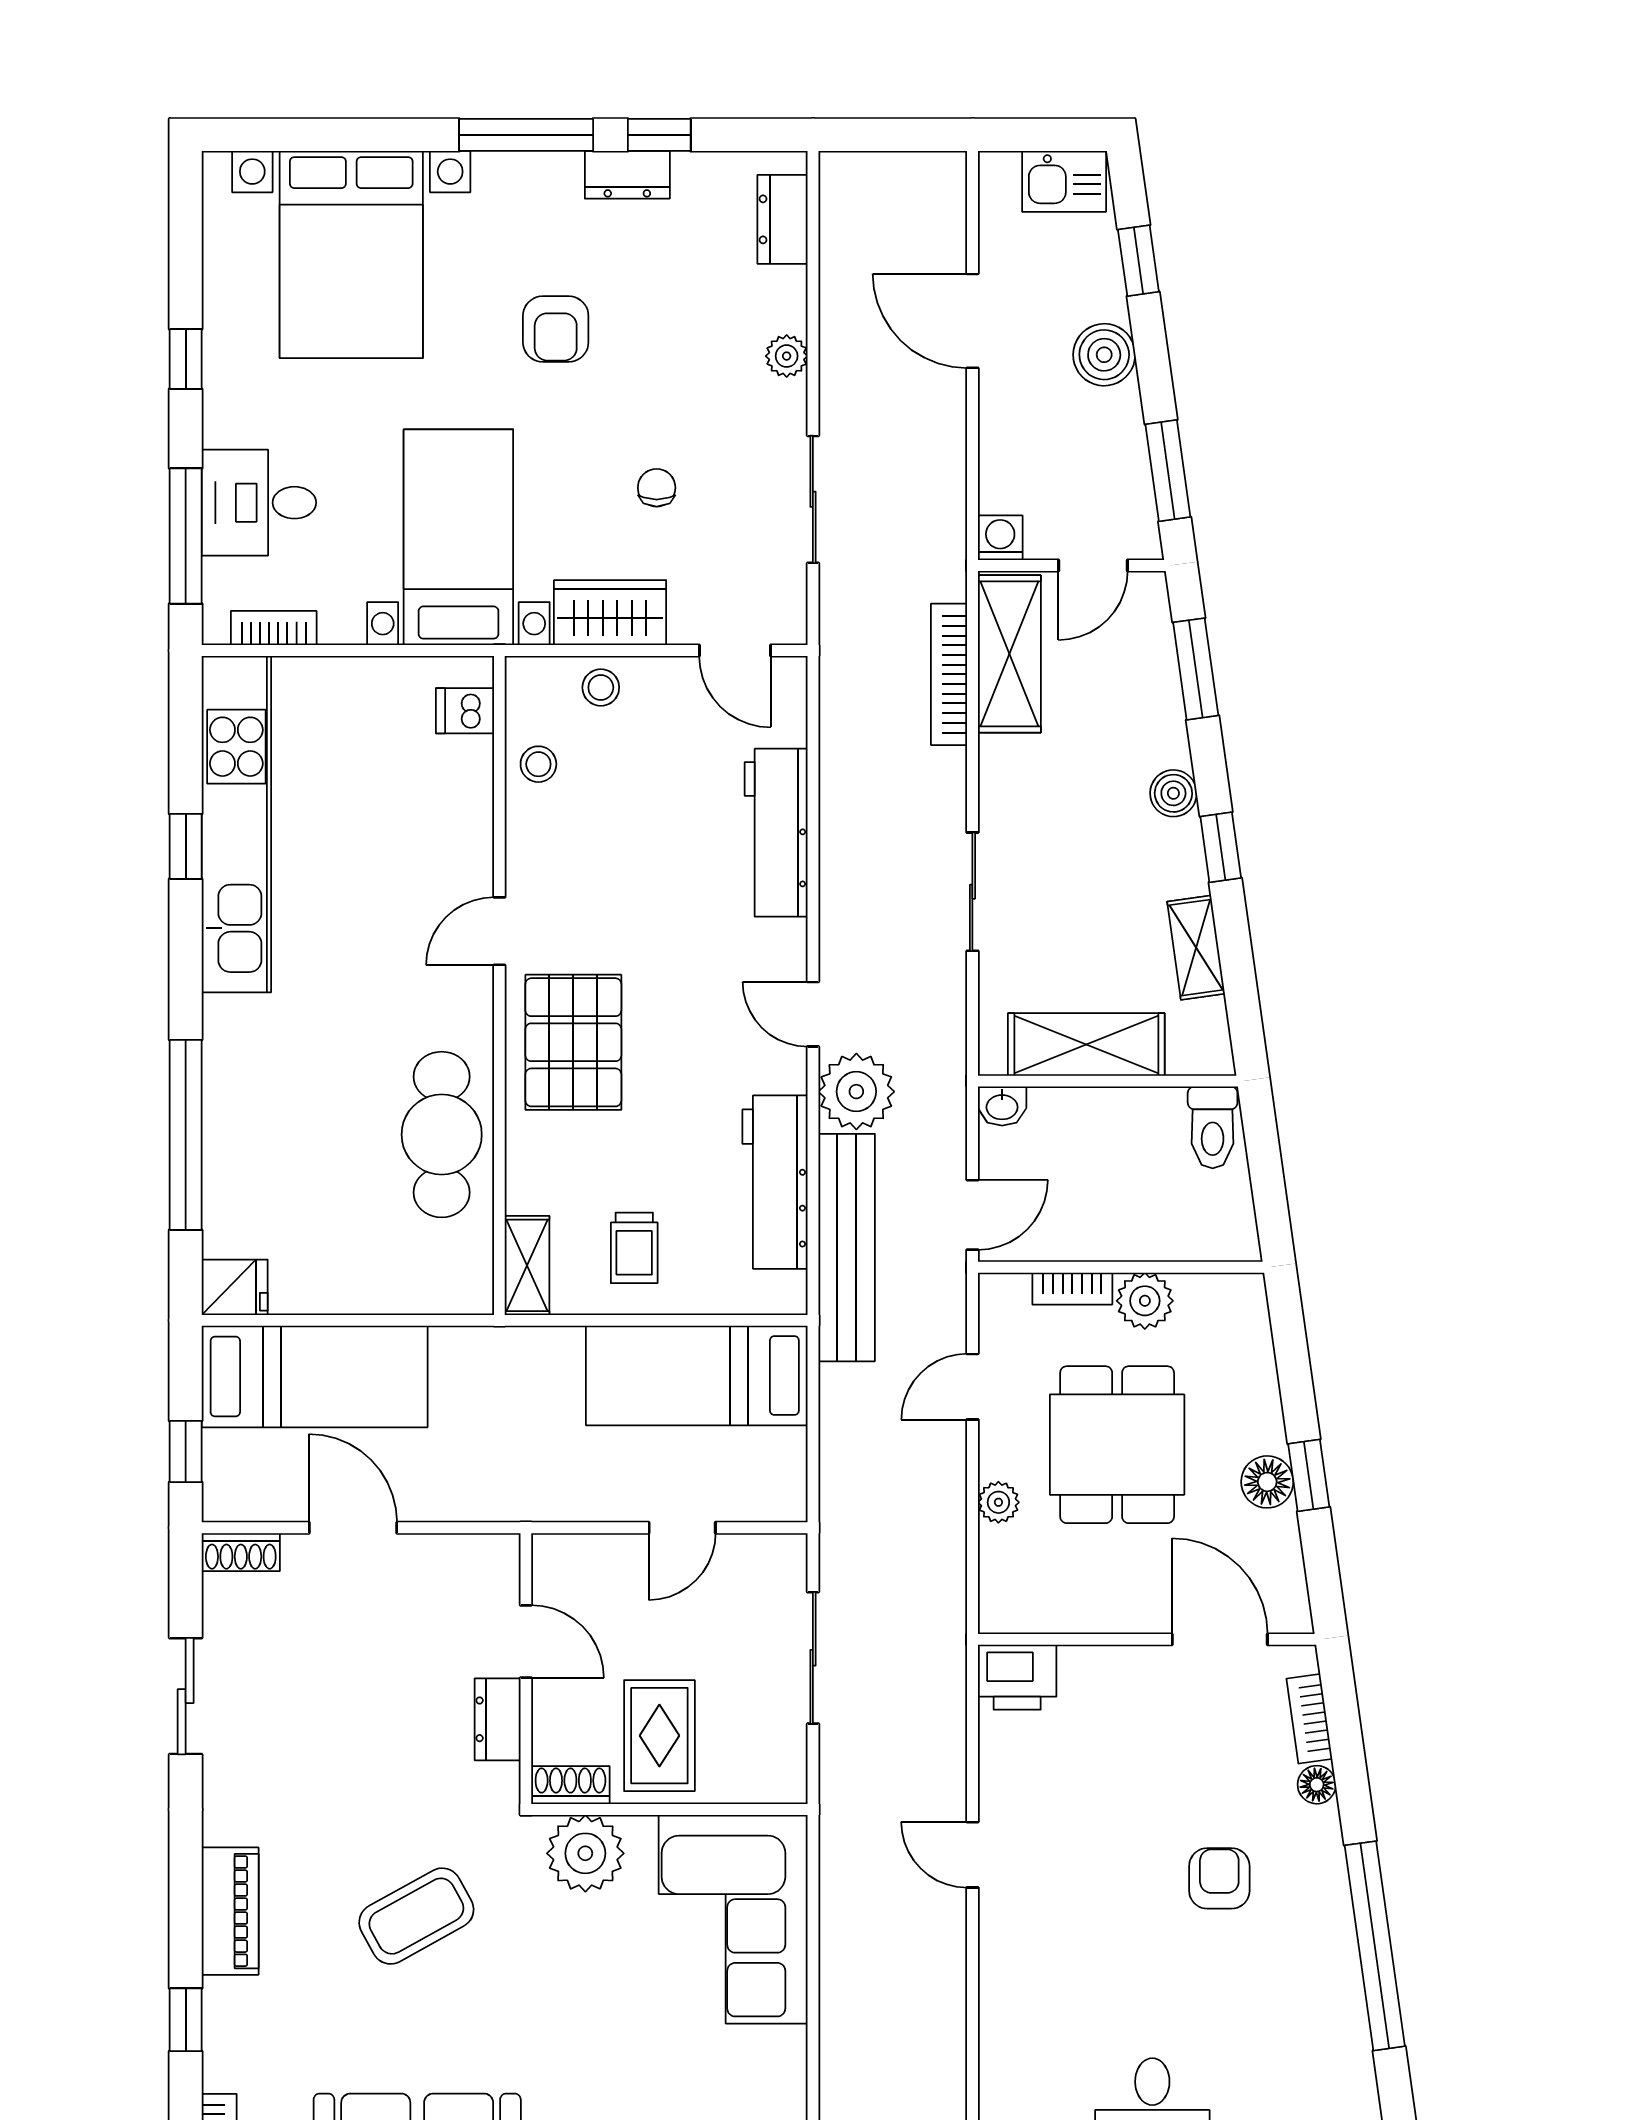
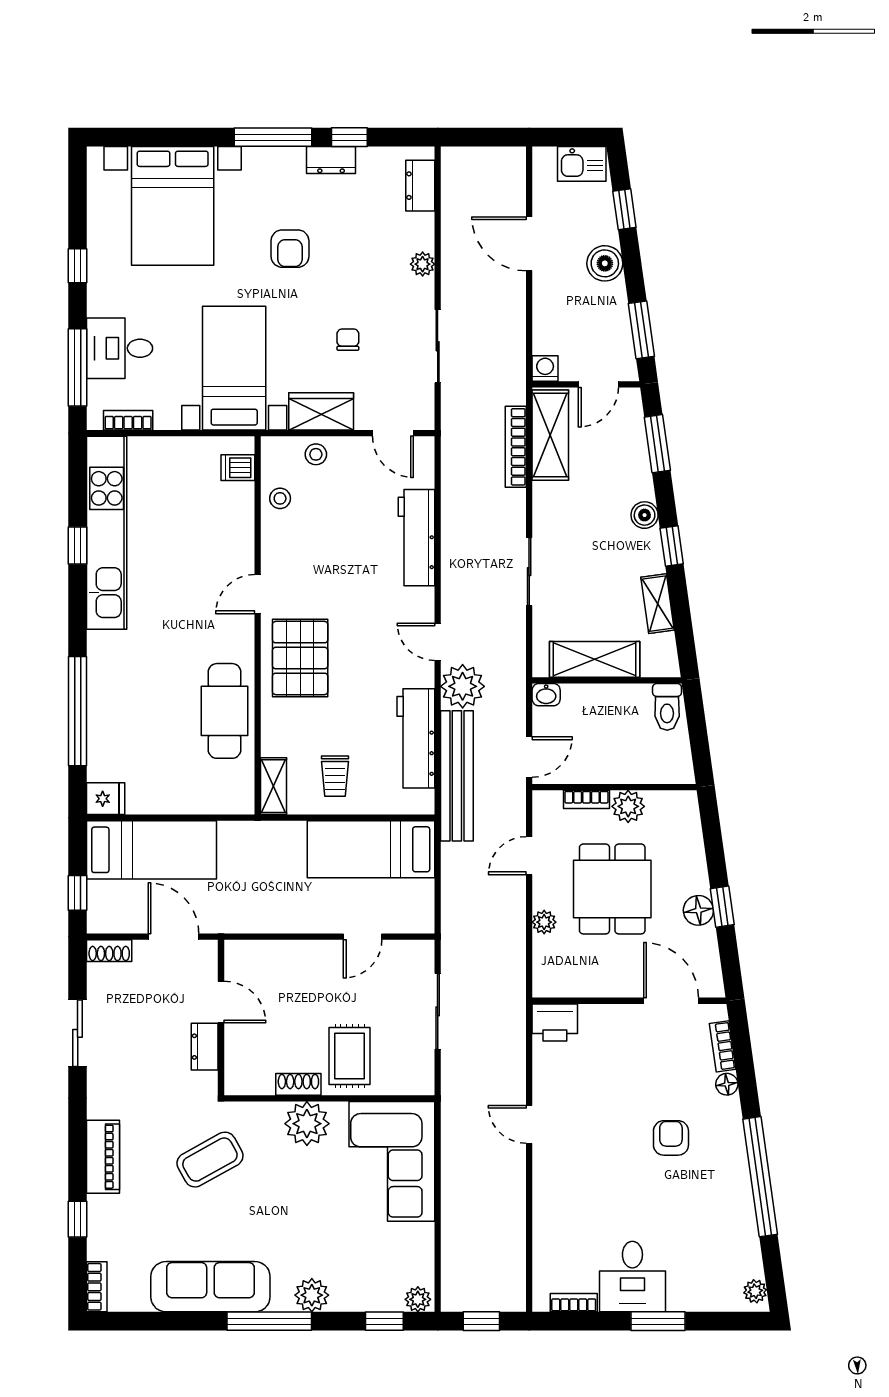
door: (526, 1642) -> (221, 1002), moved
wall: (526, 1669) -> (221, 1018), moved
dresser: (498, 1719) -> (205, 1047), moved

